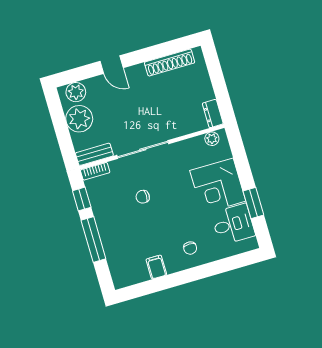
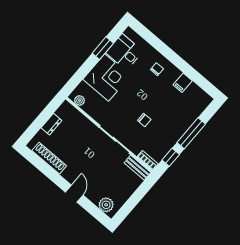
dresser: (213, 114) -> (51, 124), moved
plant: (79, 119) -> (121, 192), removed

